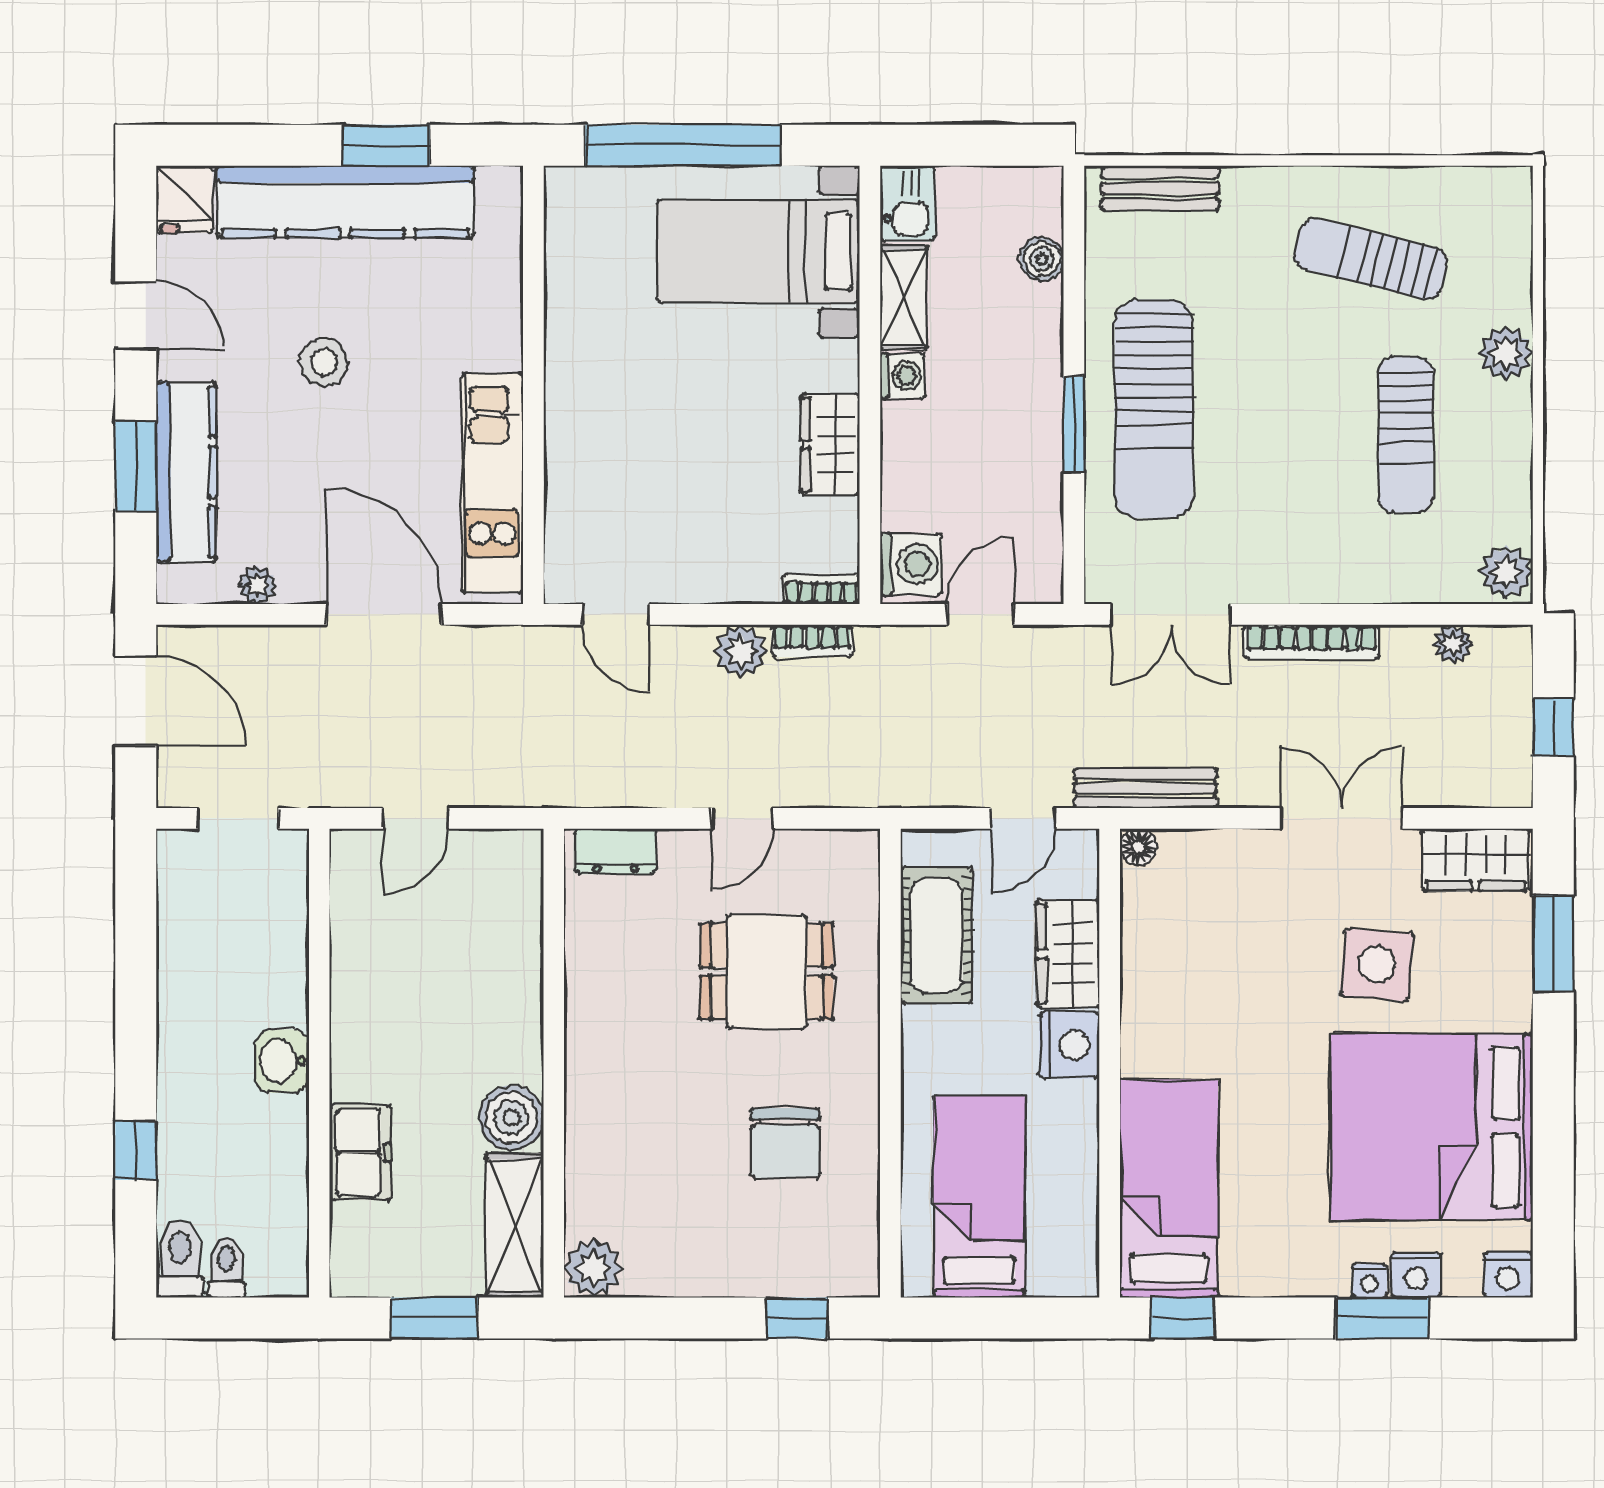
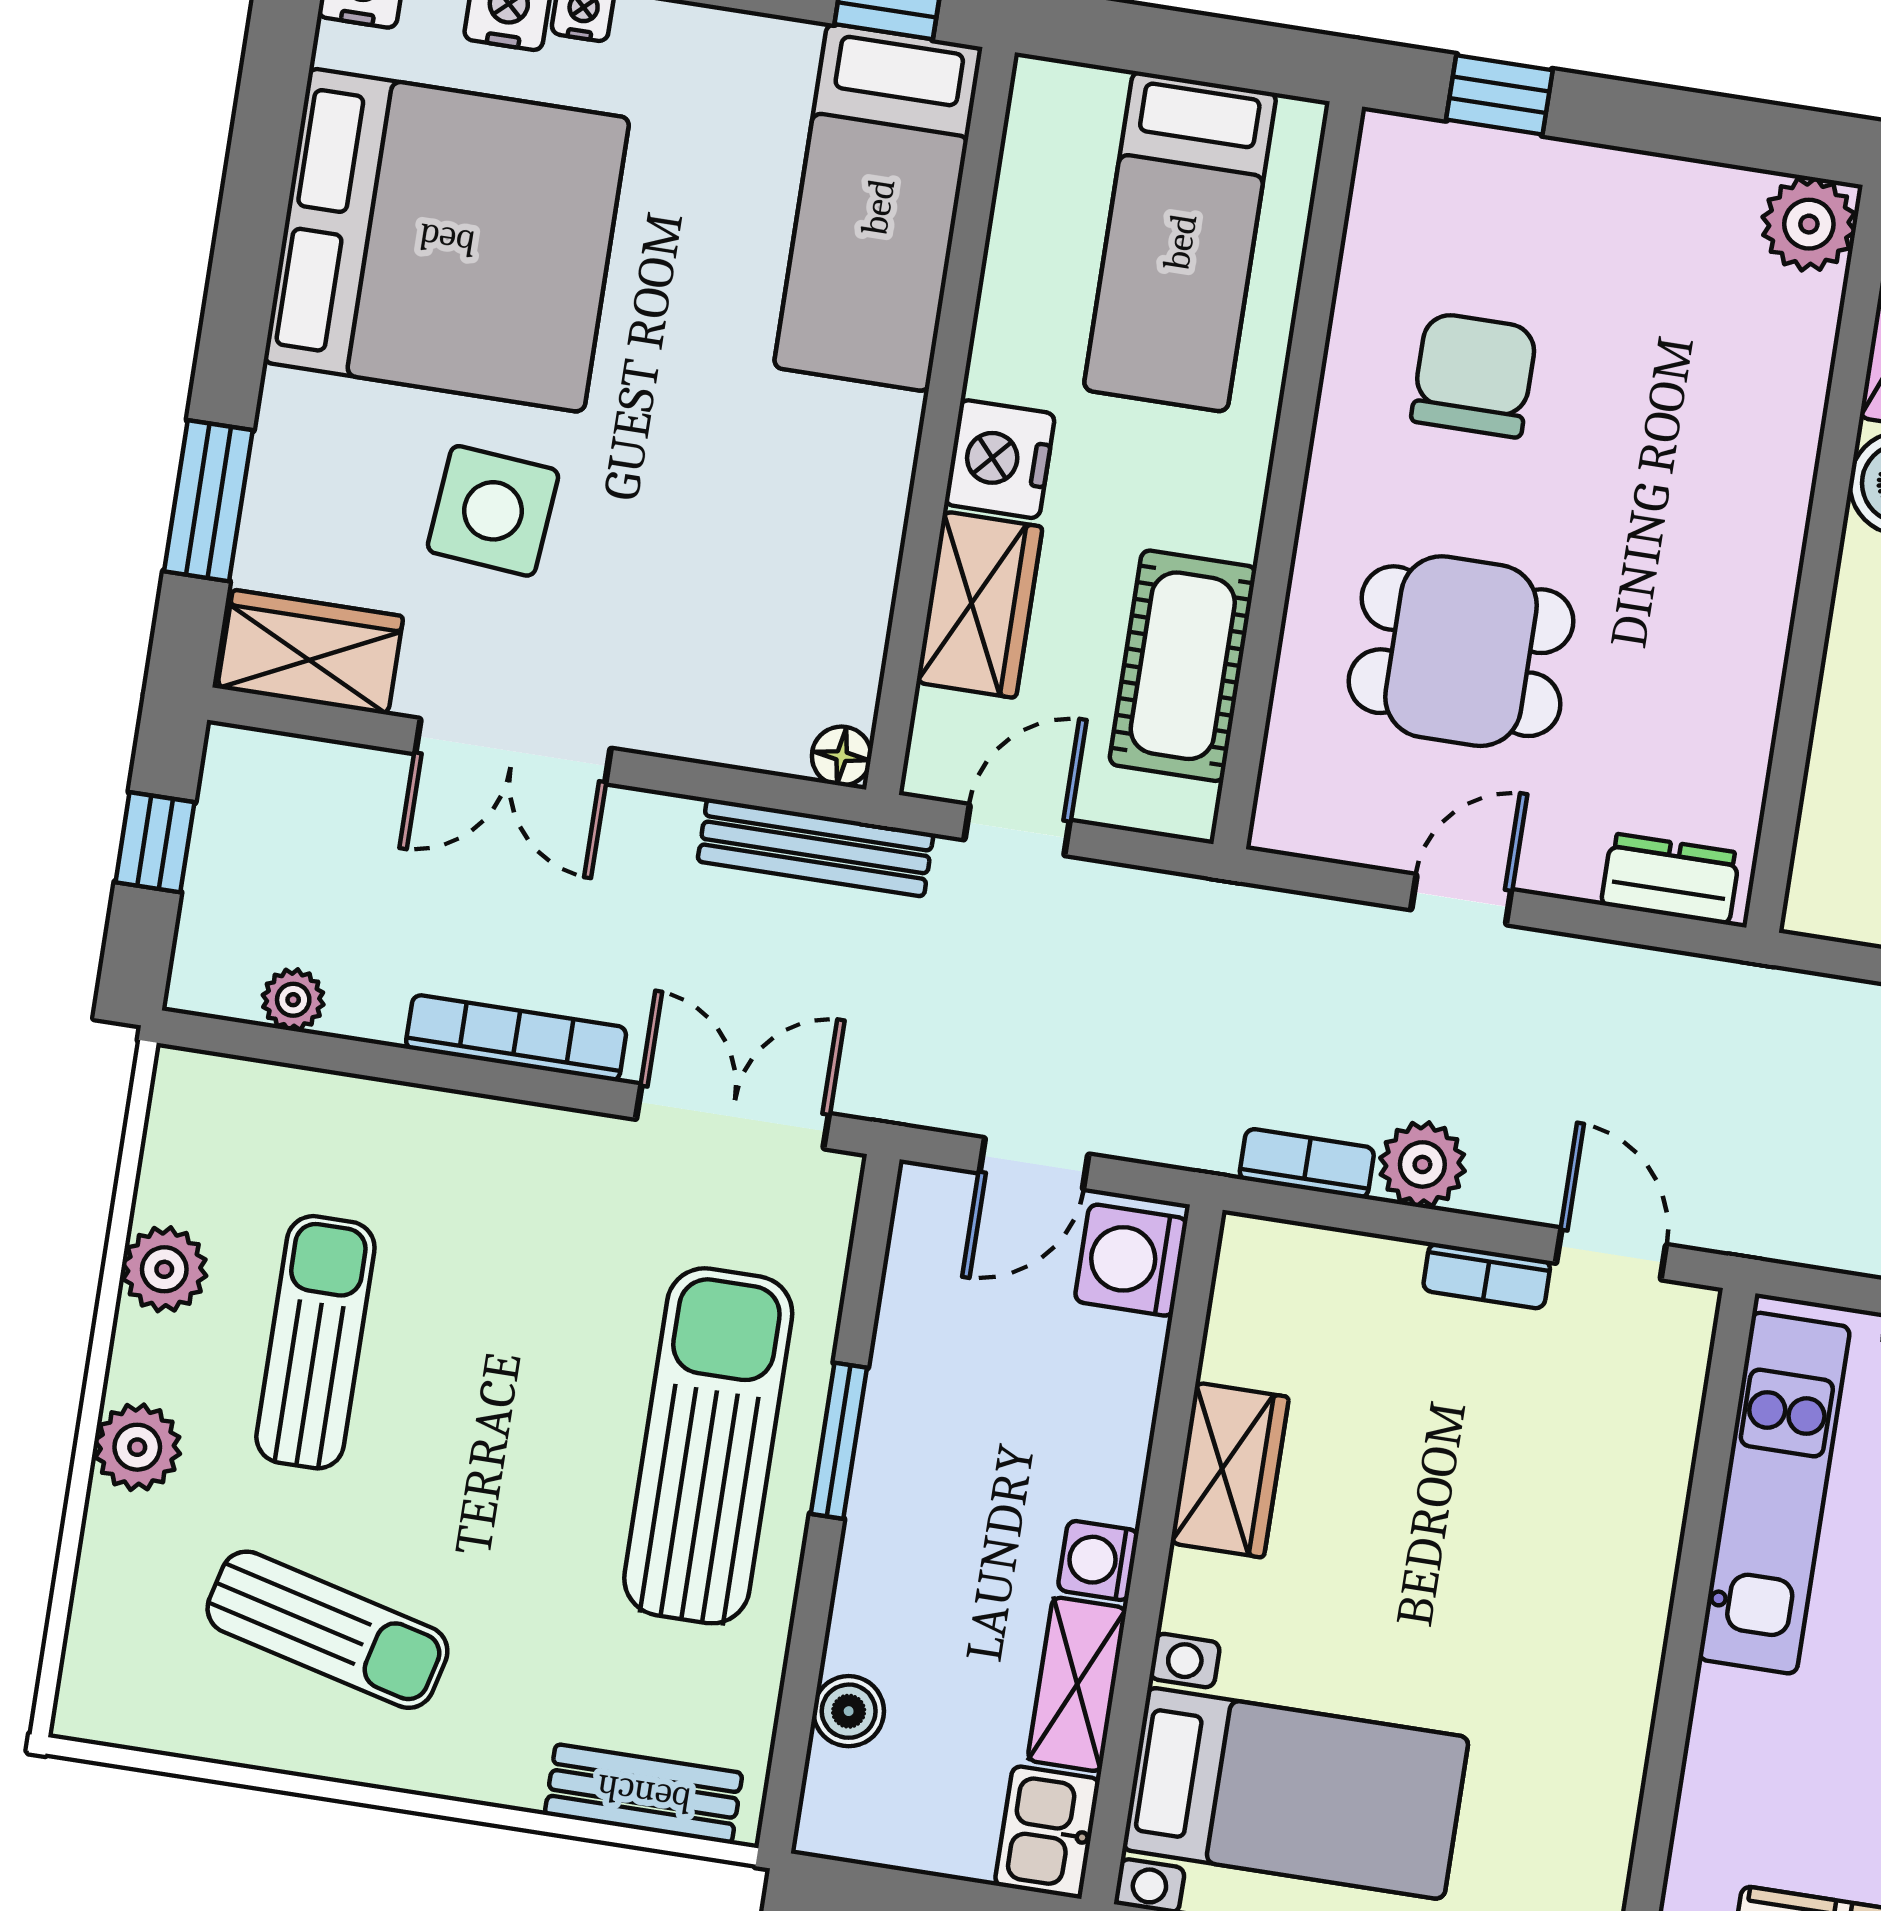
plant: (1506, 572) -> (164, 1269), moved
bookcase: (821, 589) -> (1487, 1276), moved

